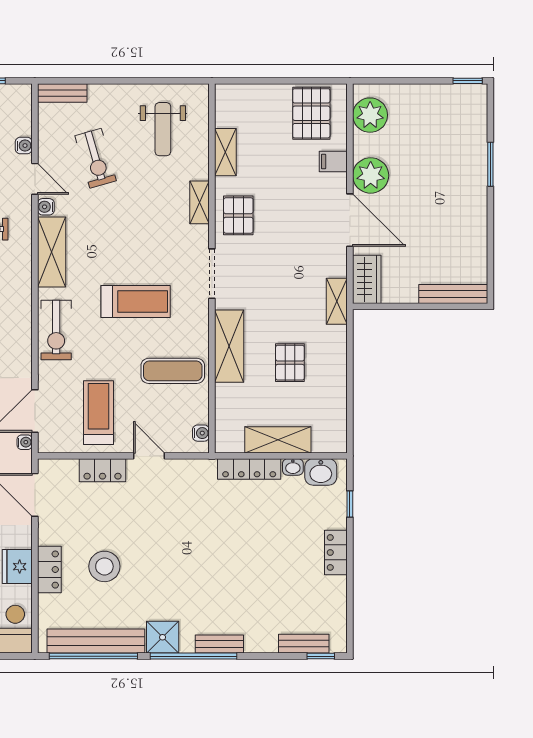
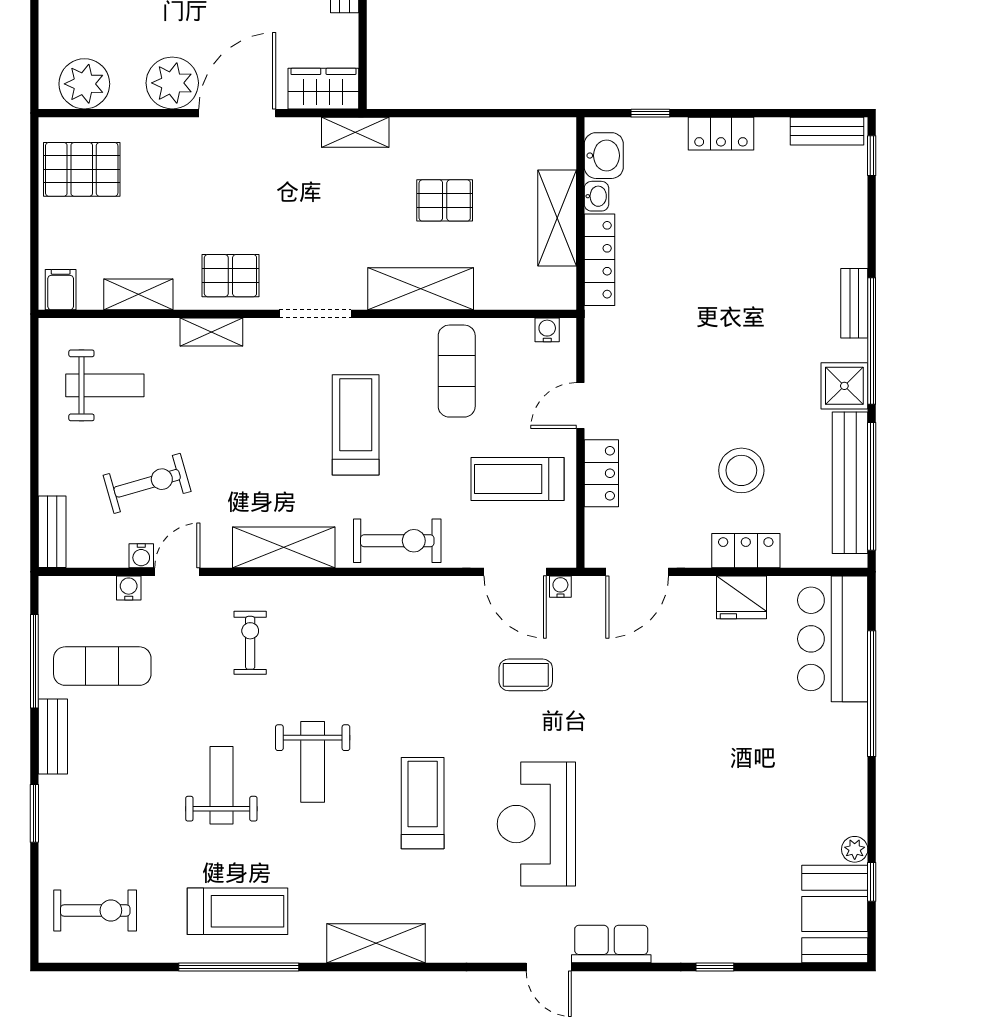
filing cabinet: (333, 161) -> (61, 290), moved, turned 180
water cooler: (46, 207) -> (141, 556), moved
bench: (304, 644) -> (827, 131), moved, turned 90

